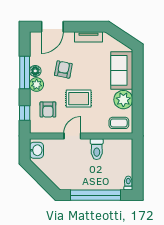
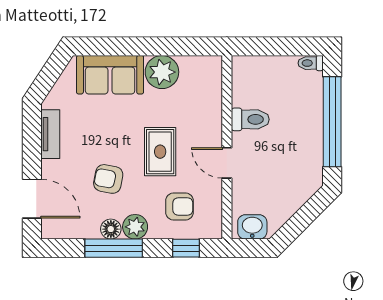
coffee table: (119, 123) -> (204, 80), removed

